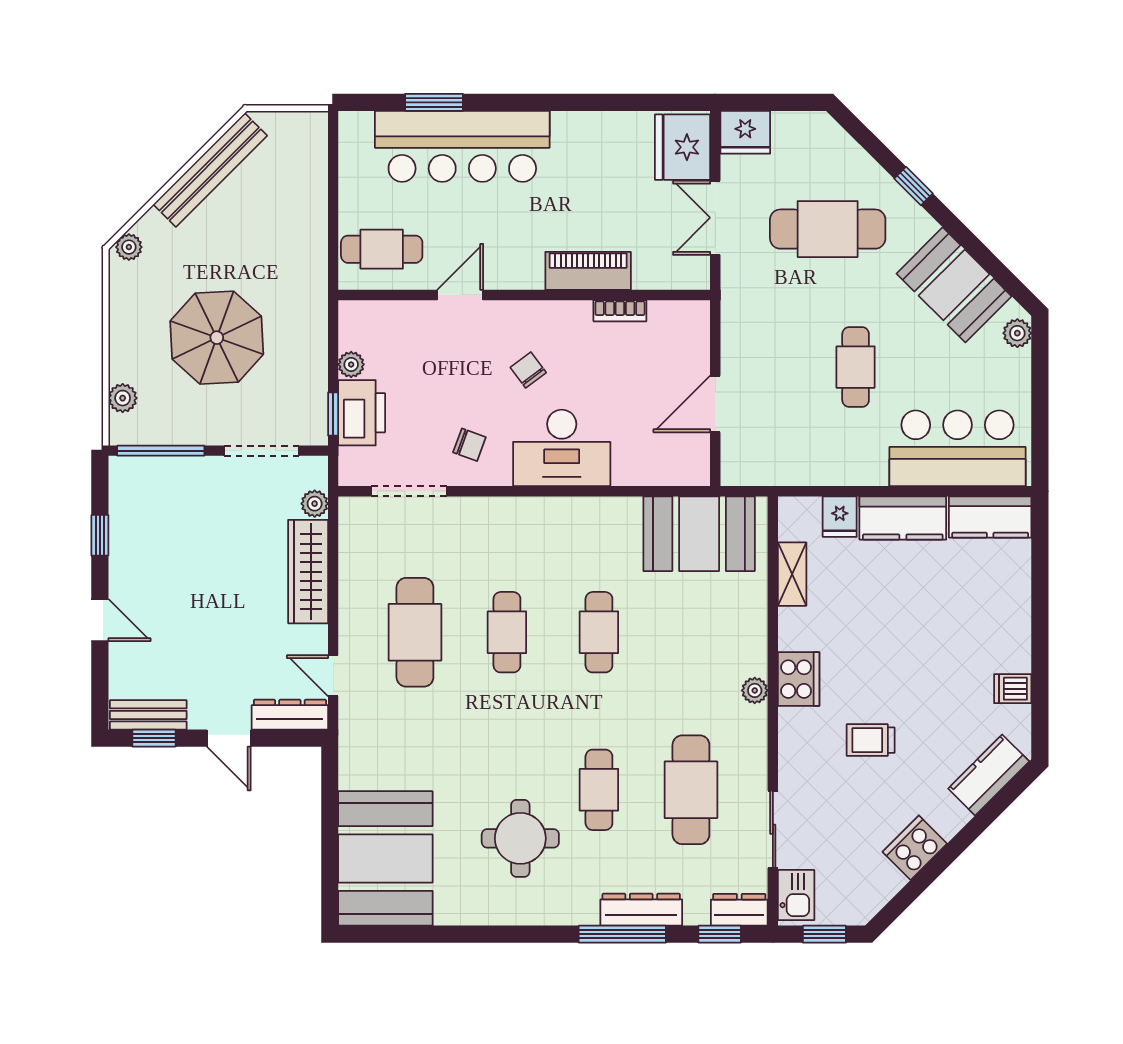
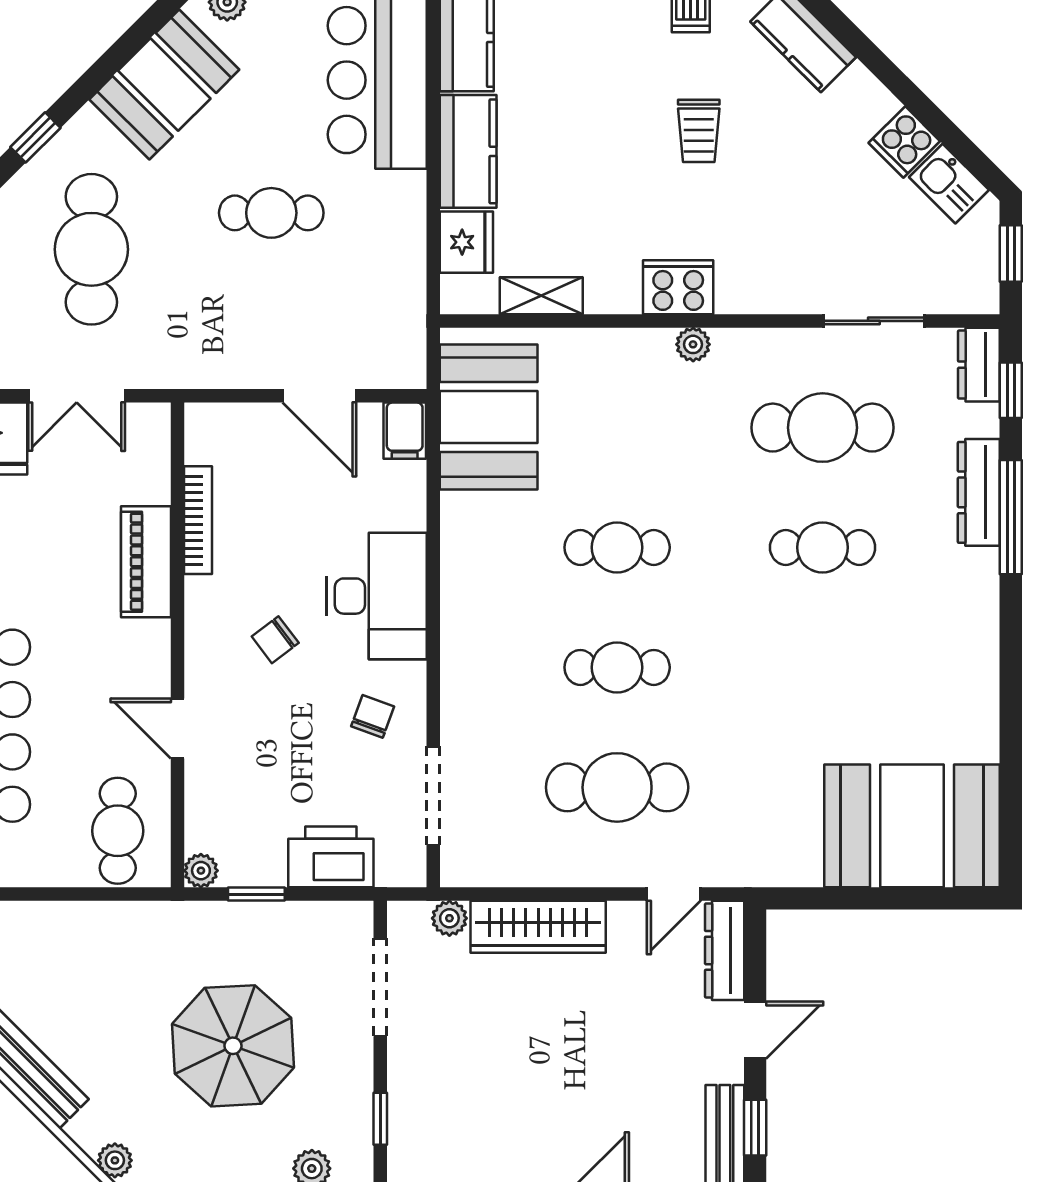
bookcase: (620, 311) -> (198, 520), width x1.56
plant: (351, 364) -> (201, 871), moved
window: (333, 414) -> (256, 894), moved
window: (161, 451) -> (380, 1119), width x0.46
filing cabinet: (689, 469) -> (405, 431), added
fridge: (840, 517) -> (466, 242), width x1.38
trolley: (871, 740) -> (699, 131), moved
round table: (520, 838) -> (886, 650), removed
cooker: (915, 848) -> (904, 142), width x0.73
kitchen sink: (796, 895) -> (949, 184), moved, turned -135

